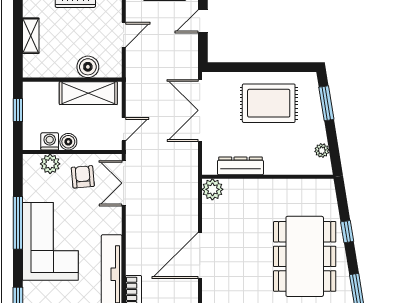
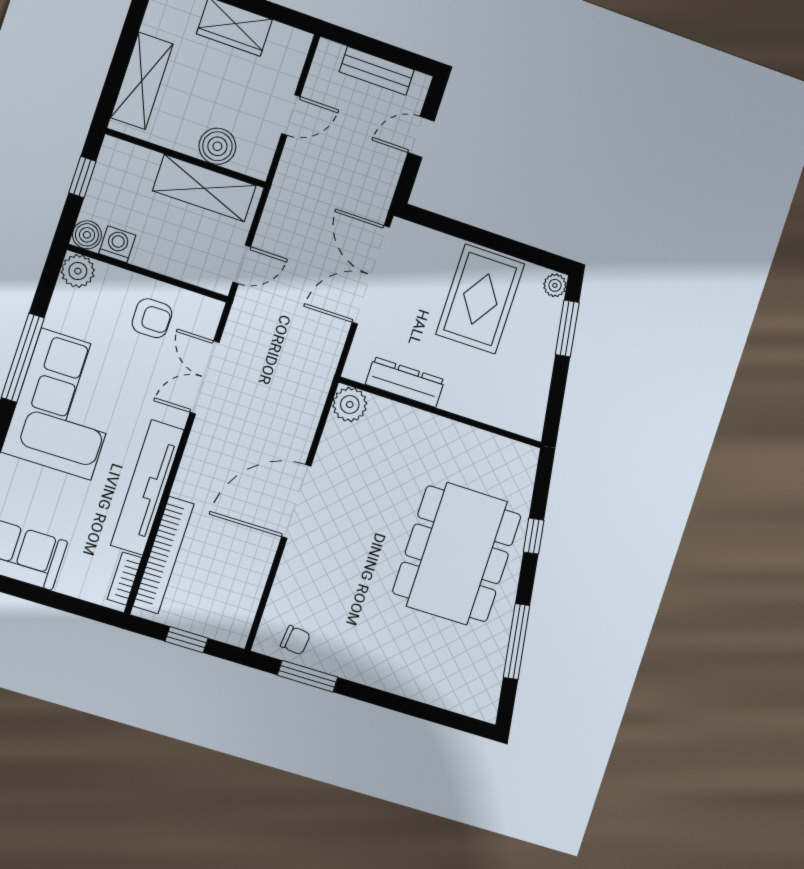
shelving: (31, 36) -> (142, 81), width x1.50, depth x1.33
rug: (269, 103) -> (480, 299), turned 90
boiler: (68, 142) -> (87, 235), moved
plant: (322, 150) -> (555, 285), moved
plant: (50, 164) -> (78, 271), moved
armchair: (83, 177) -> (152, 318), turned 95
double door: (124, 183) -> (205, 377), moved

